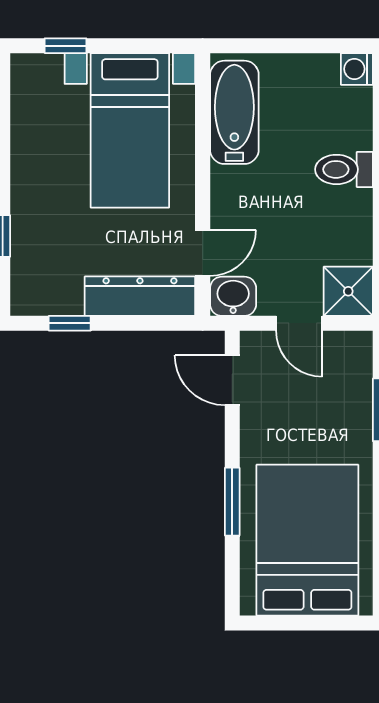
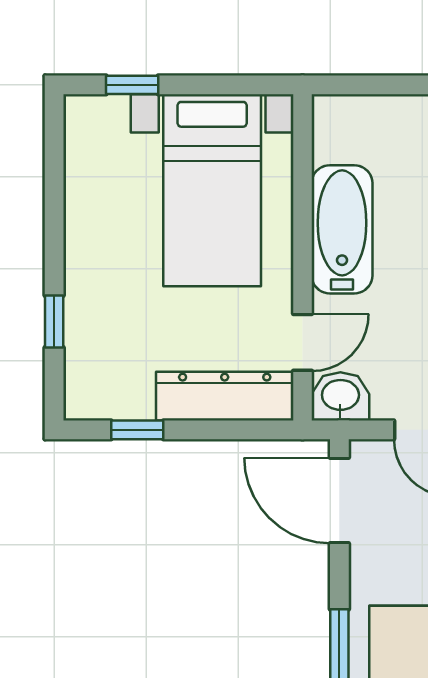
bathtub: (234, 112) -> (342, 229), moved
door: (232, 380) -> (339, 501), width x1.38

